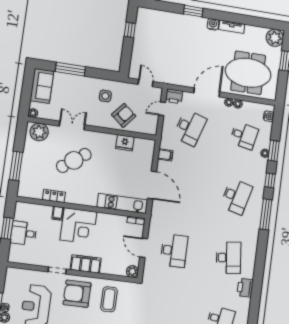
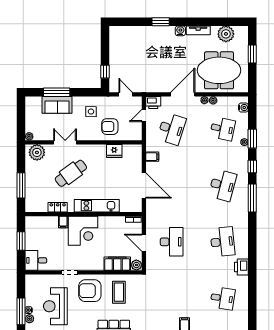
window: (130, 30) -> (105, 72), moved
plant: (275, 38) -> (226, 34), moved
sofa: (42, 86) -> (57, 105), moved, turned 90
armchair: (124, 115) -> (110, 127), turned -130
kitchen unit: (122, 203) -> (97, 206), moved
desk: (24, 233) -> (36, 260), moved
filing cabinet: (86, 264) -> (117, 264), moved

